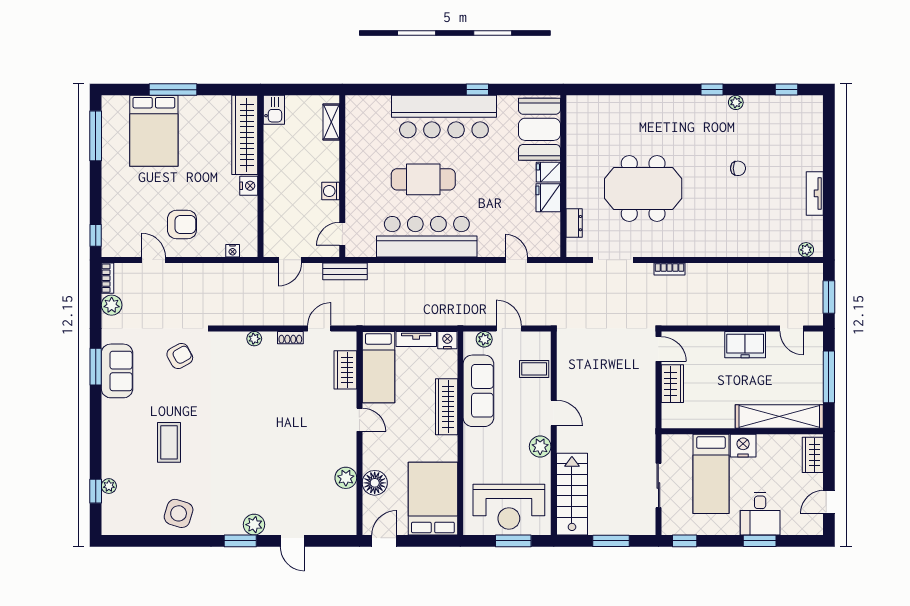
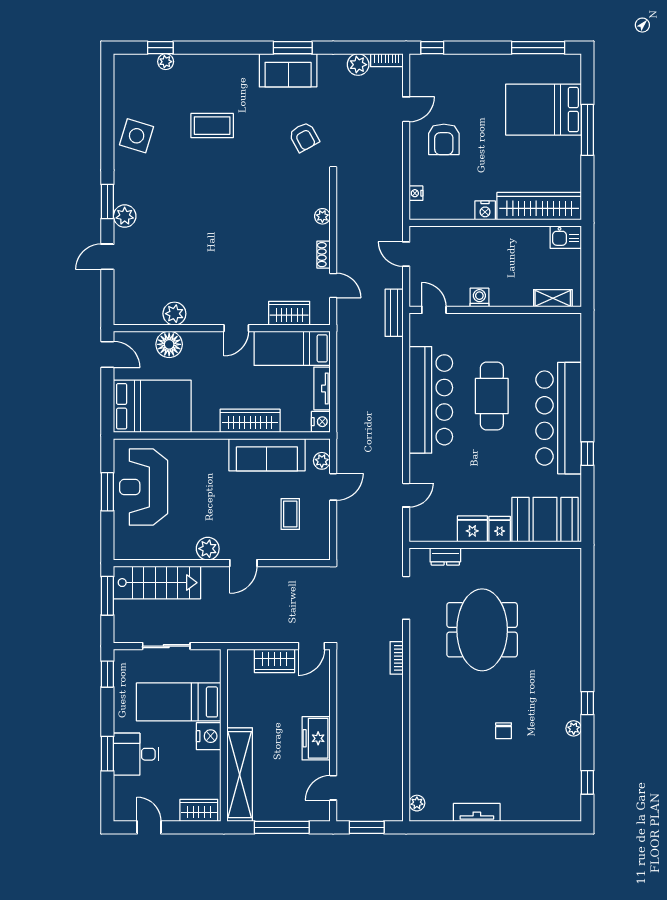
door: (554, 413) -> (243, 563), moved
wall: (554, 433) -> (222, 563), moved
plant: (540, 447) -> (208, 549), moved
stairs: (572, 494) -> (157, 583), moved

